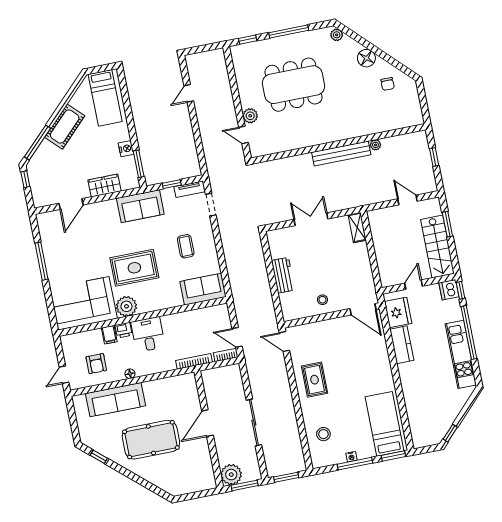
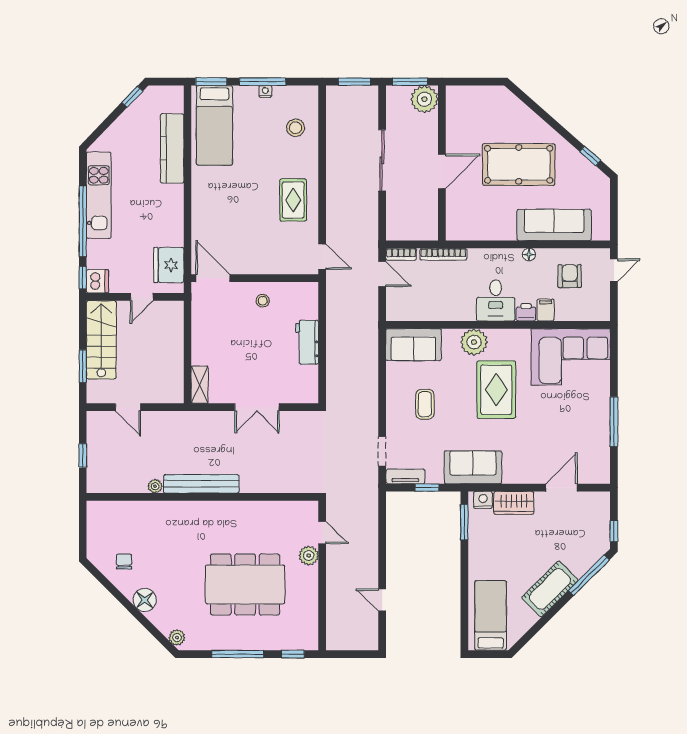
door: (189, 93) -> (382, 600), swing flipped
nightstand: (126, 149) -> (483, 500), moved, turned 90
rug: (134, 268) -> (496, 390), turned 90
plant: (126, 306) -> (474, 342), moved
kitchen counter: (402, 345) -> (172, 148), moved, width x1.50

